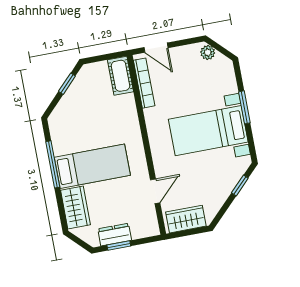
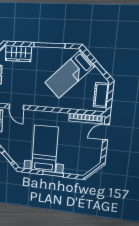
plant: (208, 52) -> (93, 163), removed
cot: (120, 76) -> (101, 95), moved, turned 90
bed: (92, 166) -> (70, 74), moved, turned 44

